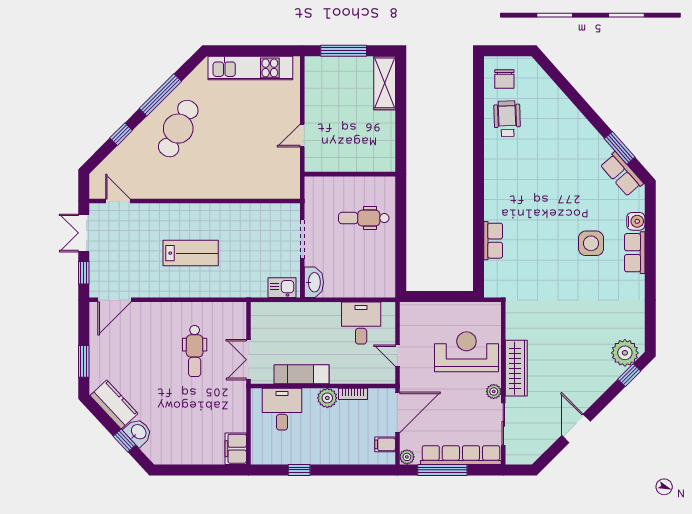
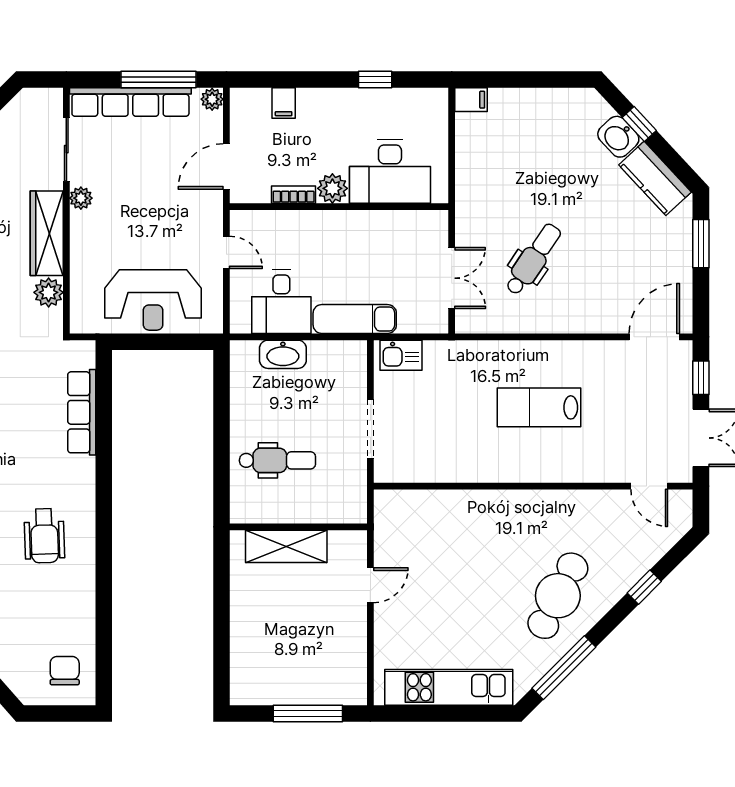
shelving: (385, 83) -> (286, 546), moved, turned 90
window: (160, 95) -> (564, 668), moved
wheelchair: (507, 119) -> (44, 536), moved
row of seats: (493, 241) -> (82, 412), width x1.48
washbasin: (314, 282) -> (283, 354), moved, turned -90
plant: (515, 329) -> (49, 292), added
dental chair: (195, 351) -> (533, 259), turned 34
reception desk: (466, 352) -> (153, 300), moved
double door: (248, 360) -> (452, 278), moved
exam couch: (301, 374) -> (355, 319), moved, turned 180
desk: (282, 409) -> (390, 171), width x1.37
door: (397, 412) -> (226, 166), width x0.73
filing cabinet: (385, 444) -> (284, 103), moved, turned 90
filing cabinet: (236, 449) -> (471, 100), width x0.50

